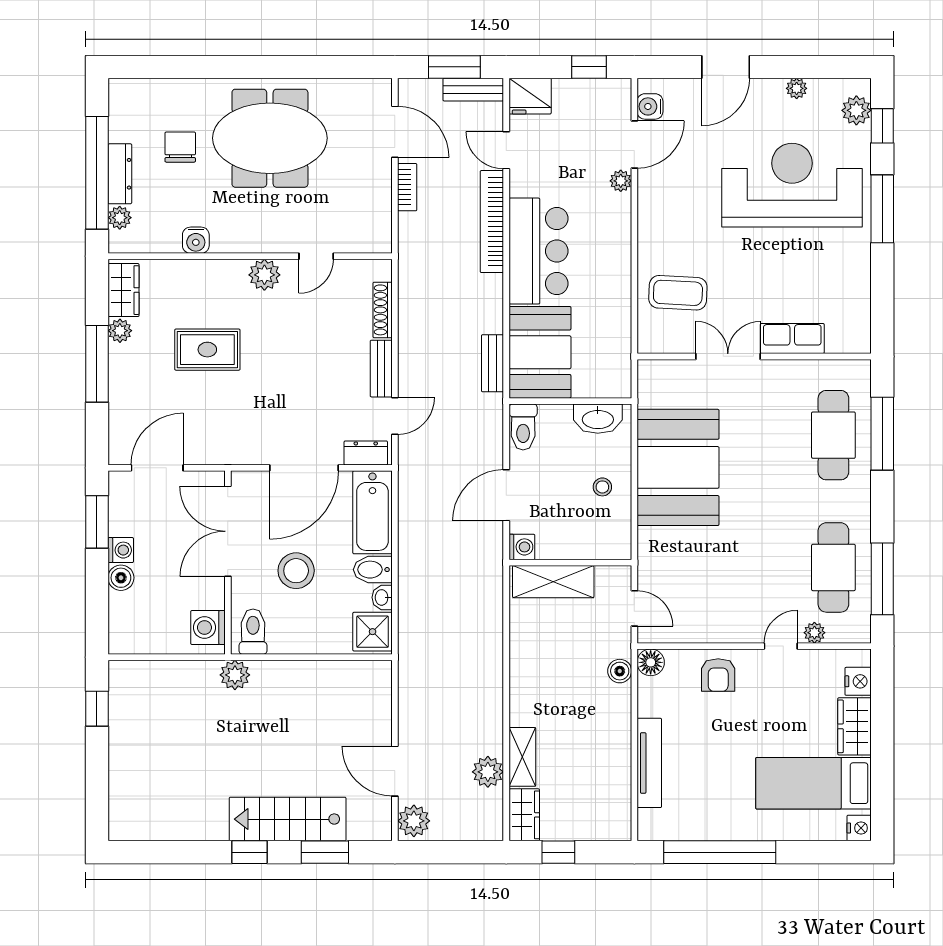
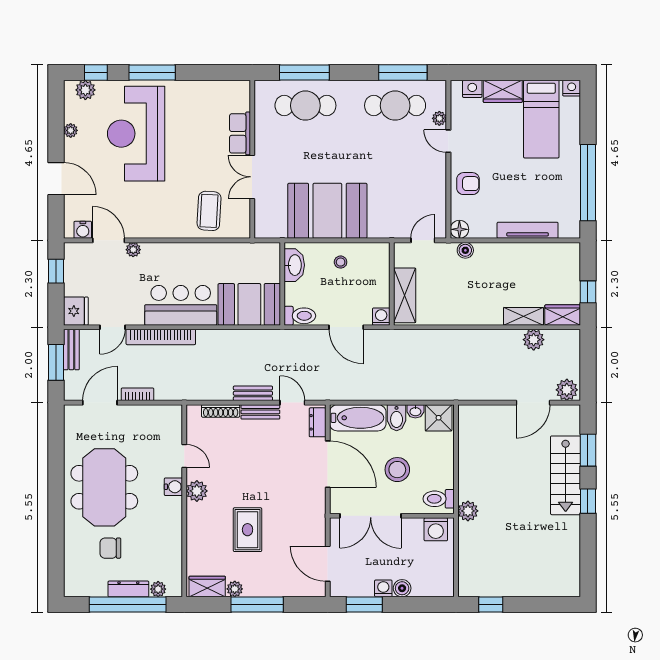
water cooler: (196, 240) -> (173, 487), moved
bench: (493, 363) -> (253, 393), moved

